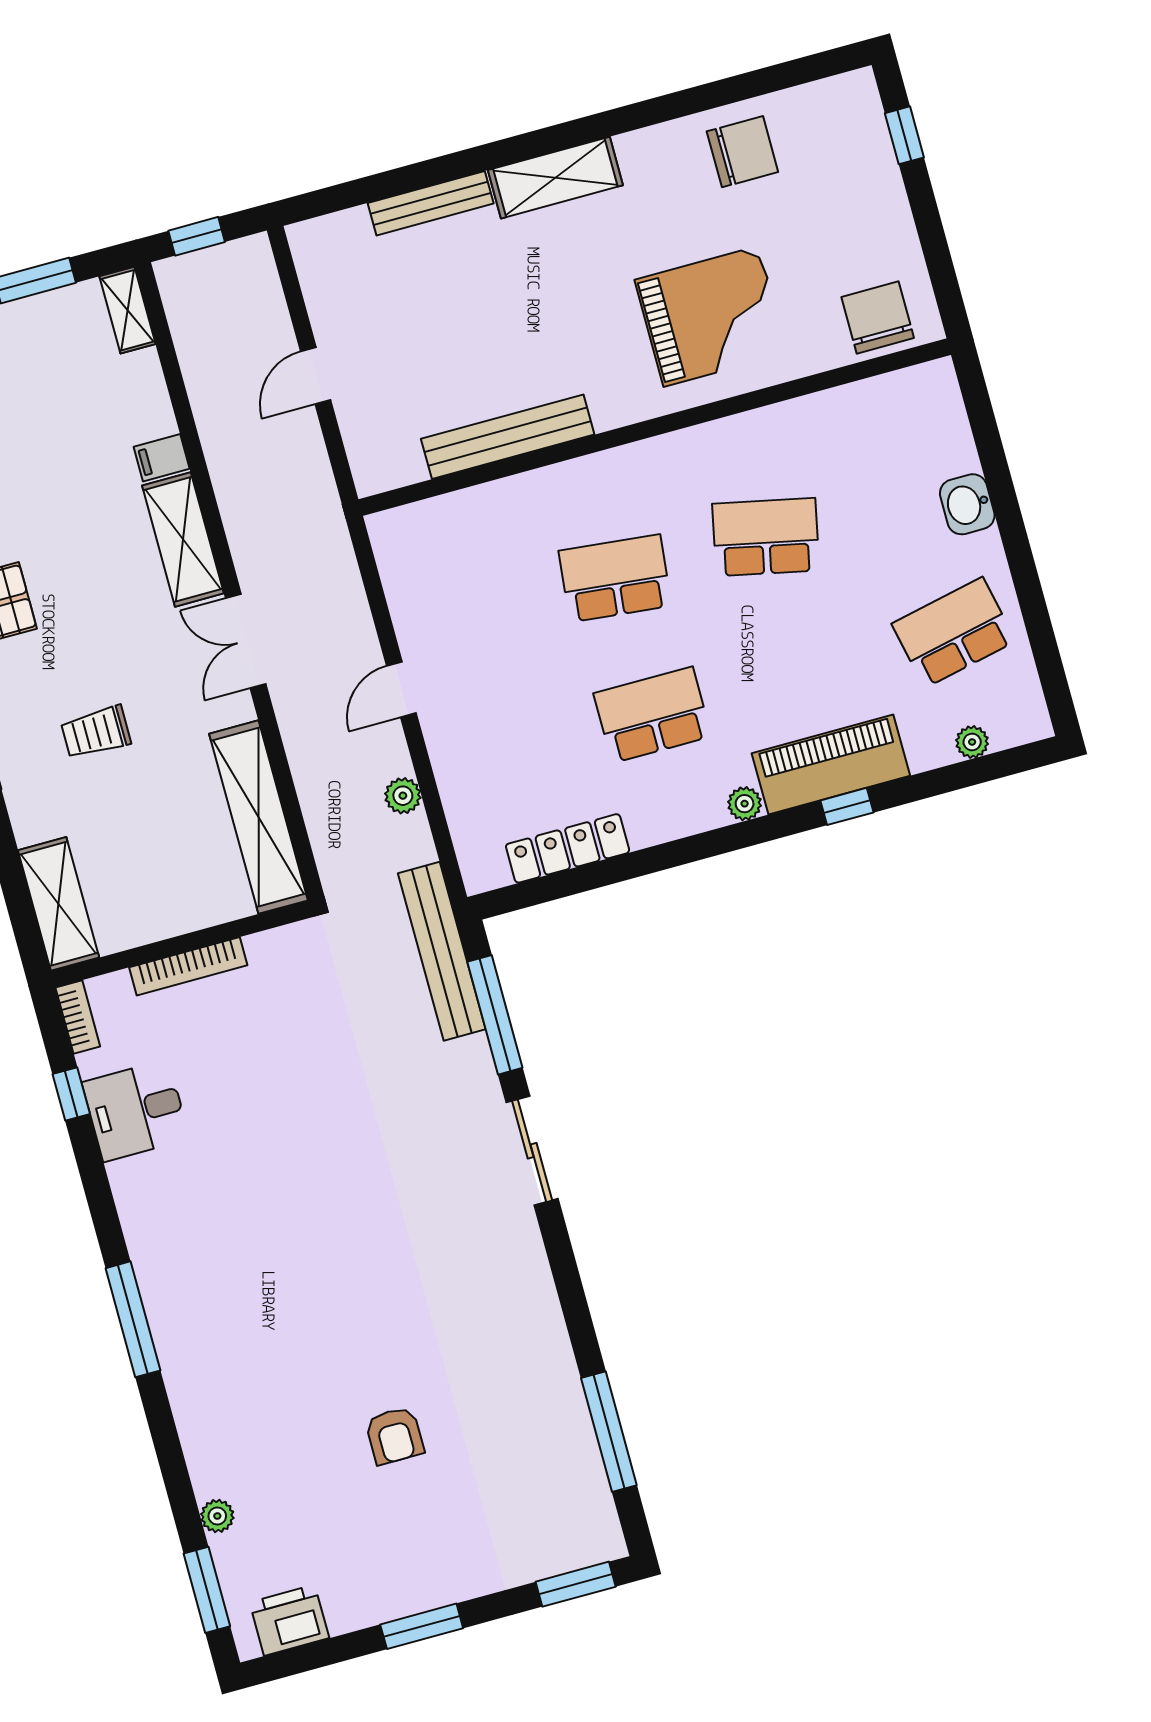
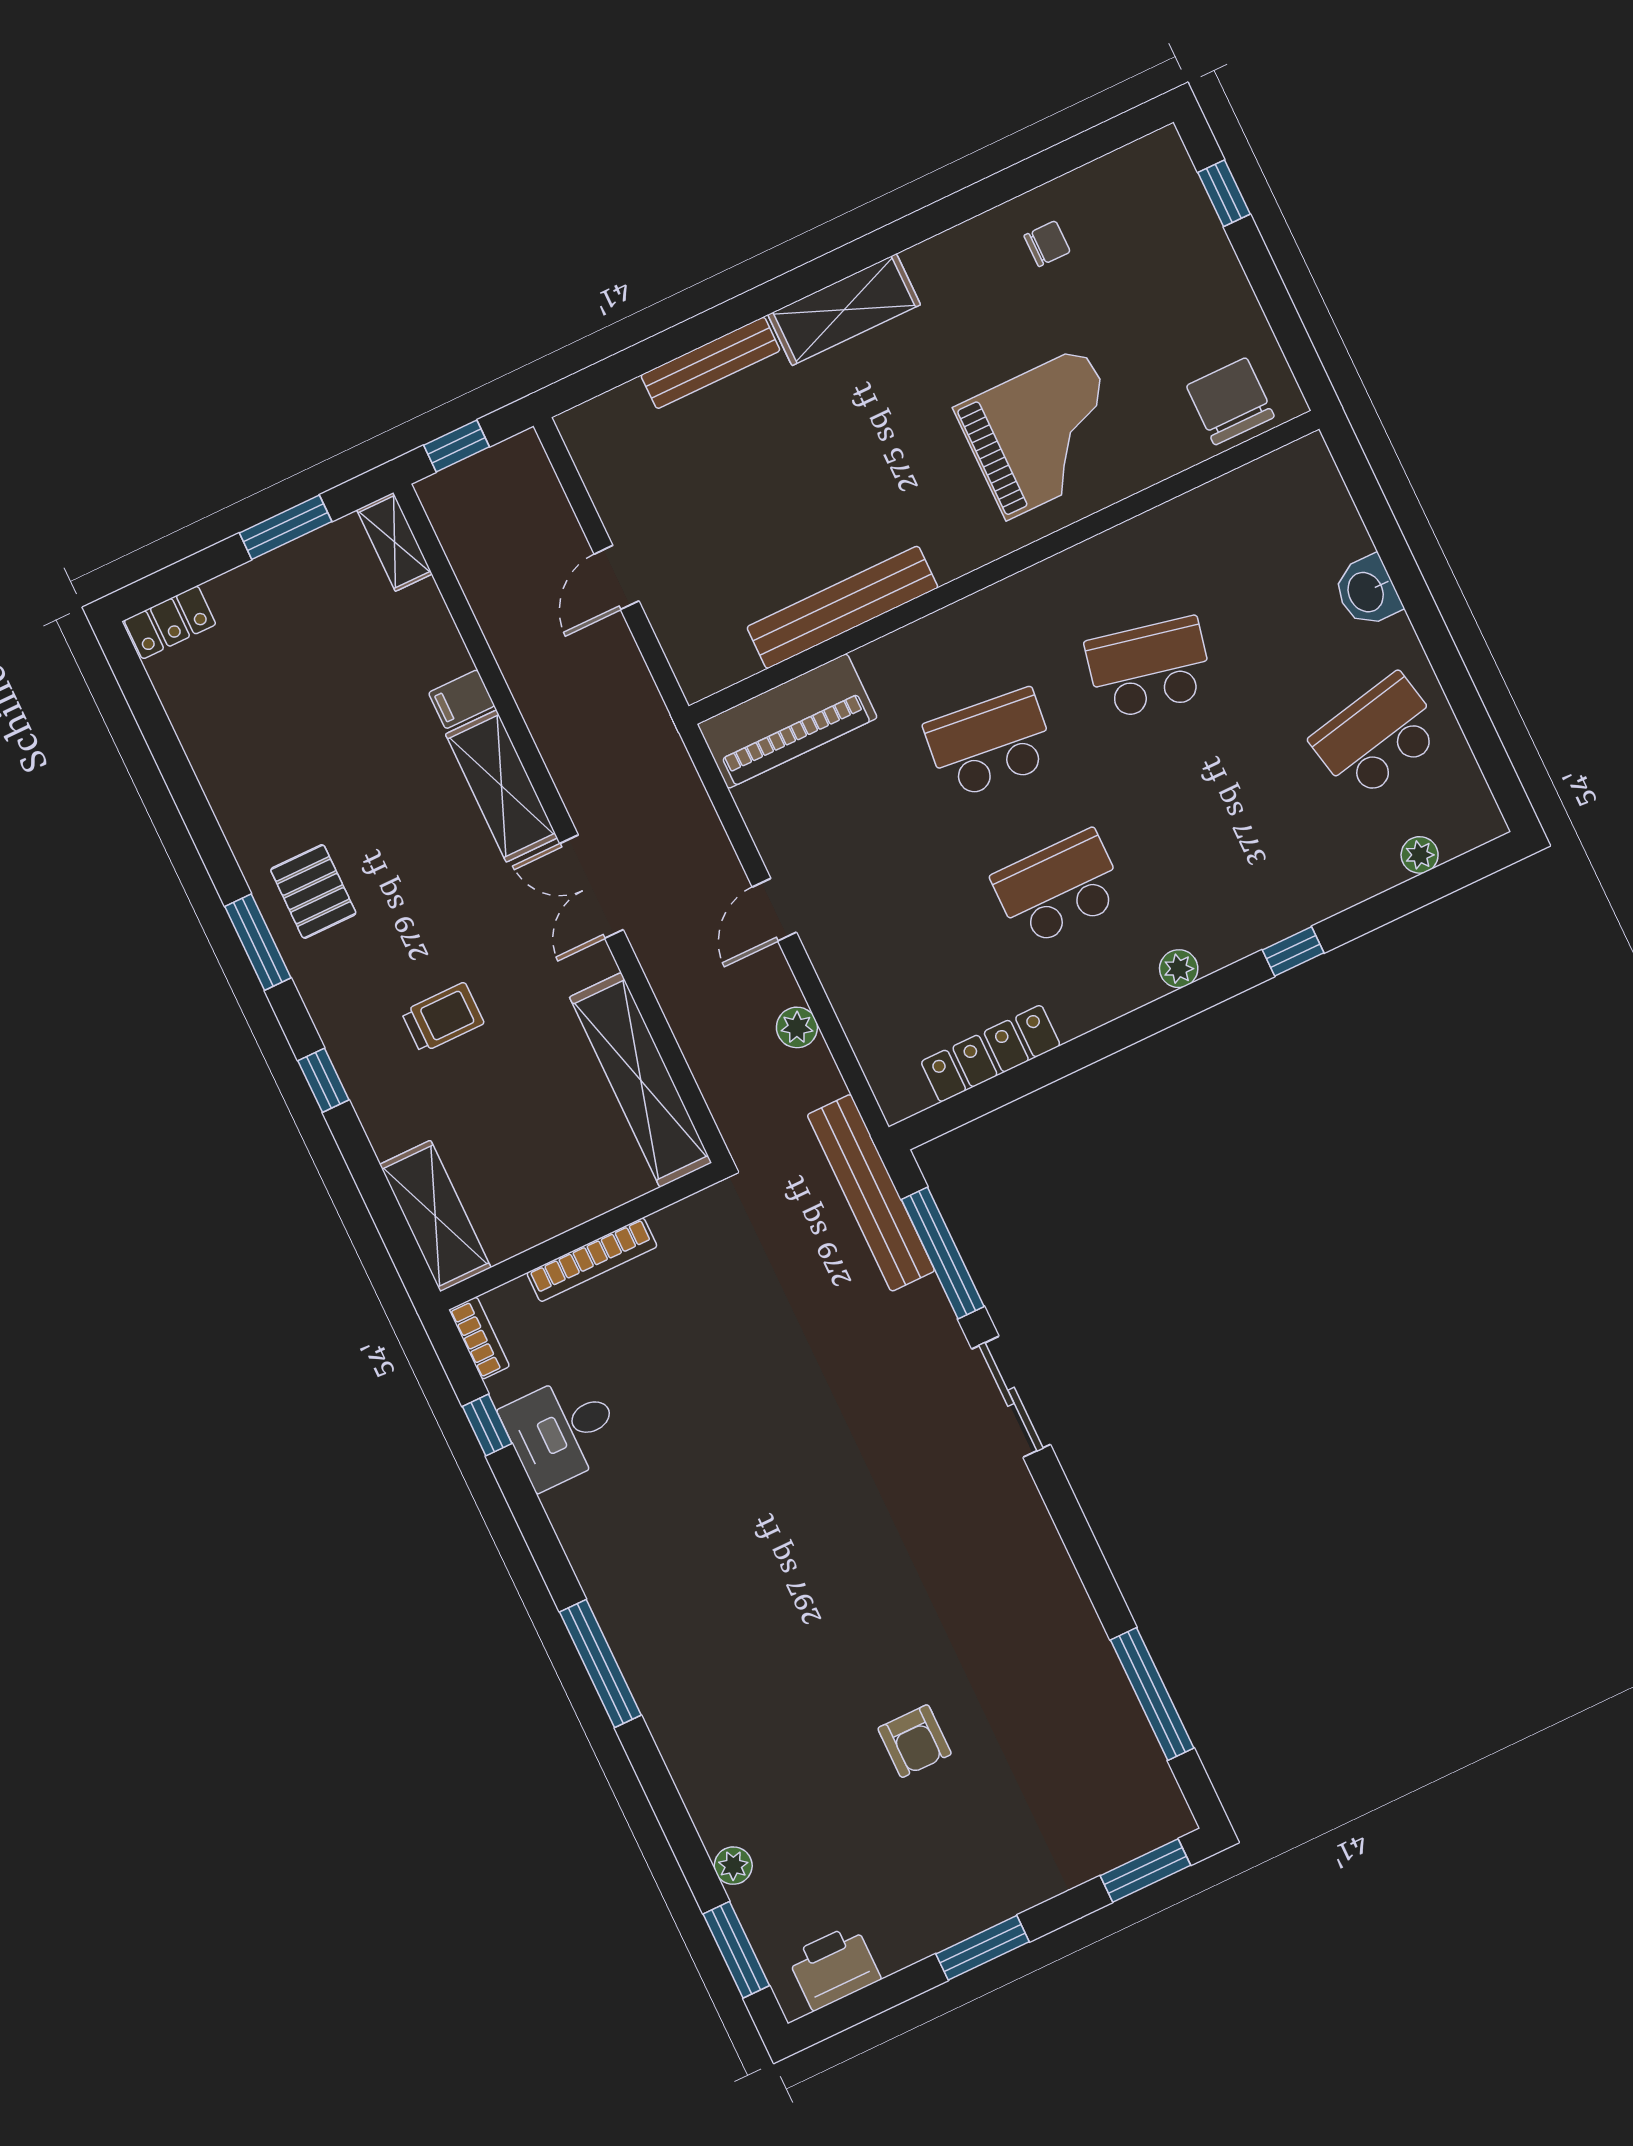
chair: (742, 152) -> (1047, 244), width x0.54, depth x0.54
trolley: (96, 732) -> (443, 1018), turned 180
piano: (831, 764) -> (787, 721), moved, turned 180

